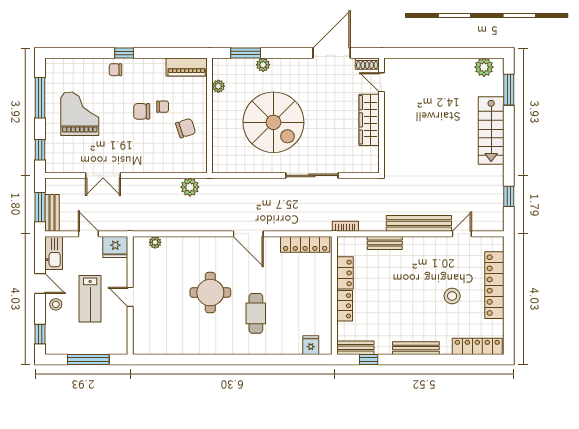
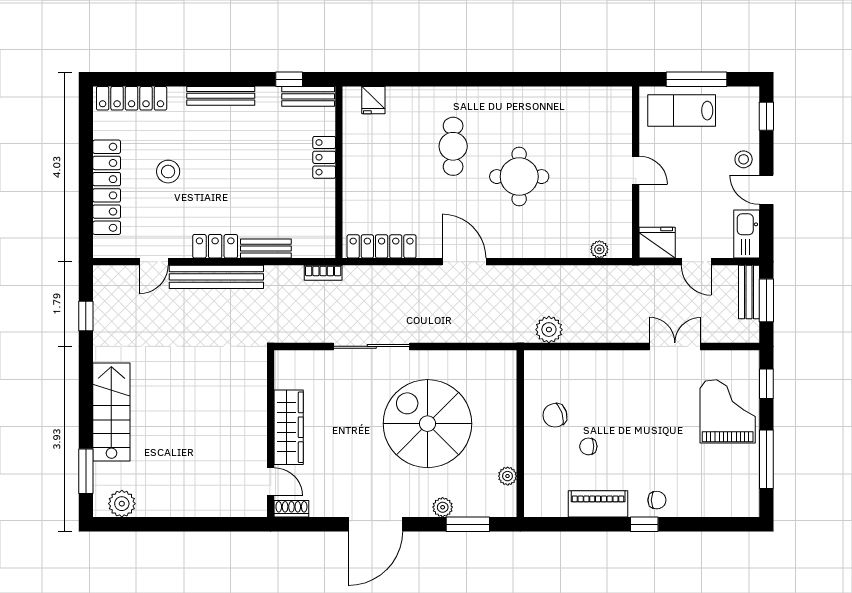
door: (332, 53) -> (375, 524), moved
piano: (187, 67) -> (598, 504), moved
chair: (142, 111) -> (619, 440), removed
grand piano: (80, 114) -> (728, 411), moved, turned 180
locker: (345, 273) -> (215, 246), moved, turned 90
lab bench: (90, 299) -> (682, 111), moved, turned -90

